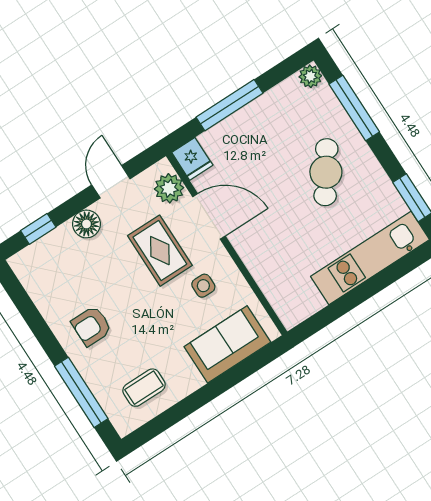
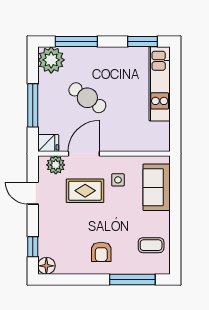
plant: (310, 76) -> (51, 60), width x1.88, depth x1.88
cafe table: (326, 172) -> (87, 98), moved
floor lamp: (86, 224) -> (46, 266), moved
coffee table: (144, 388) -> (151, 245), turned 90

